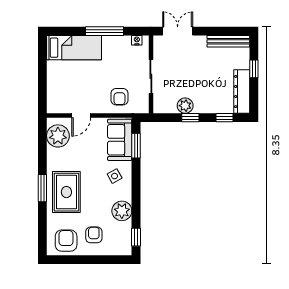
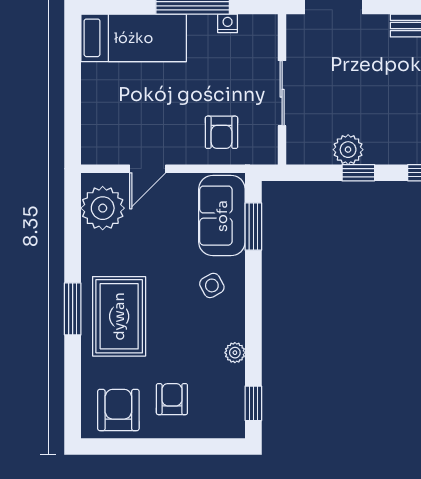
nightstand: (137, 40) -> (228, 23), moved
plant: (122, 211) -> (235, 353), width x0.53, depth x0.53

